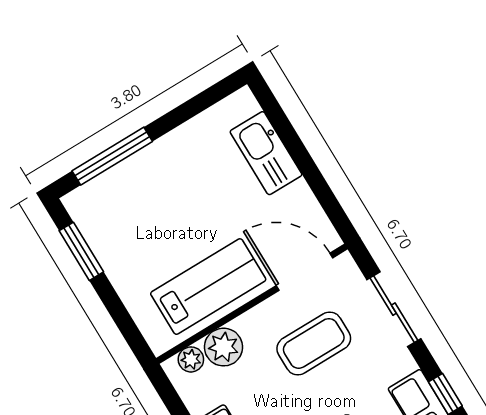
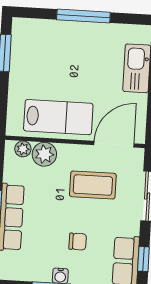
window: (112, 156) -> (83, 16), moved
door: (305, 272) -> (114, 144), hinge flipped

